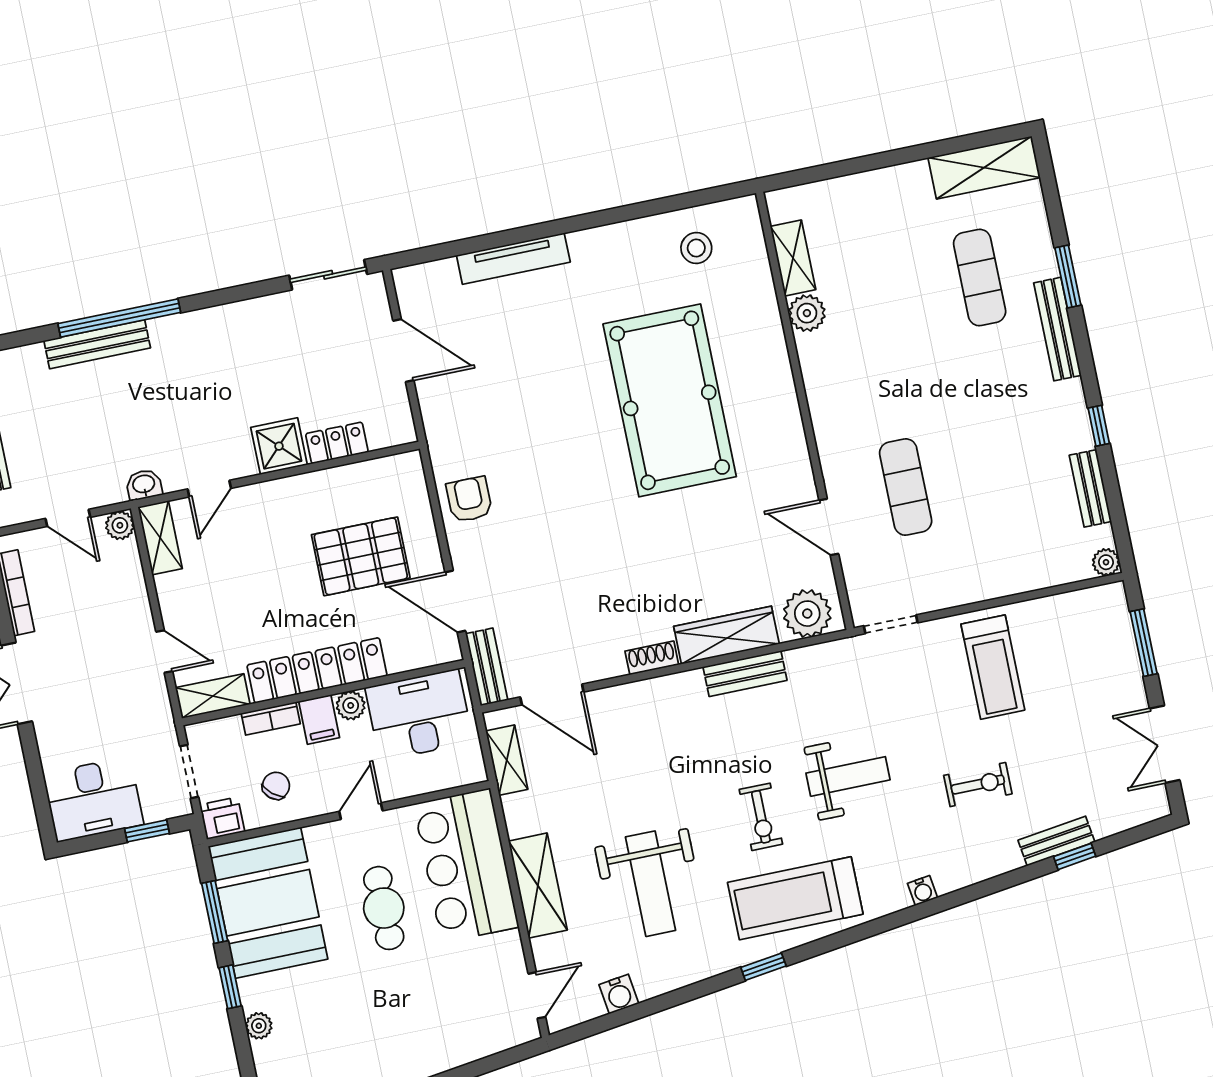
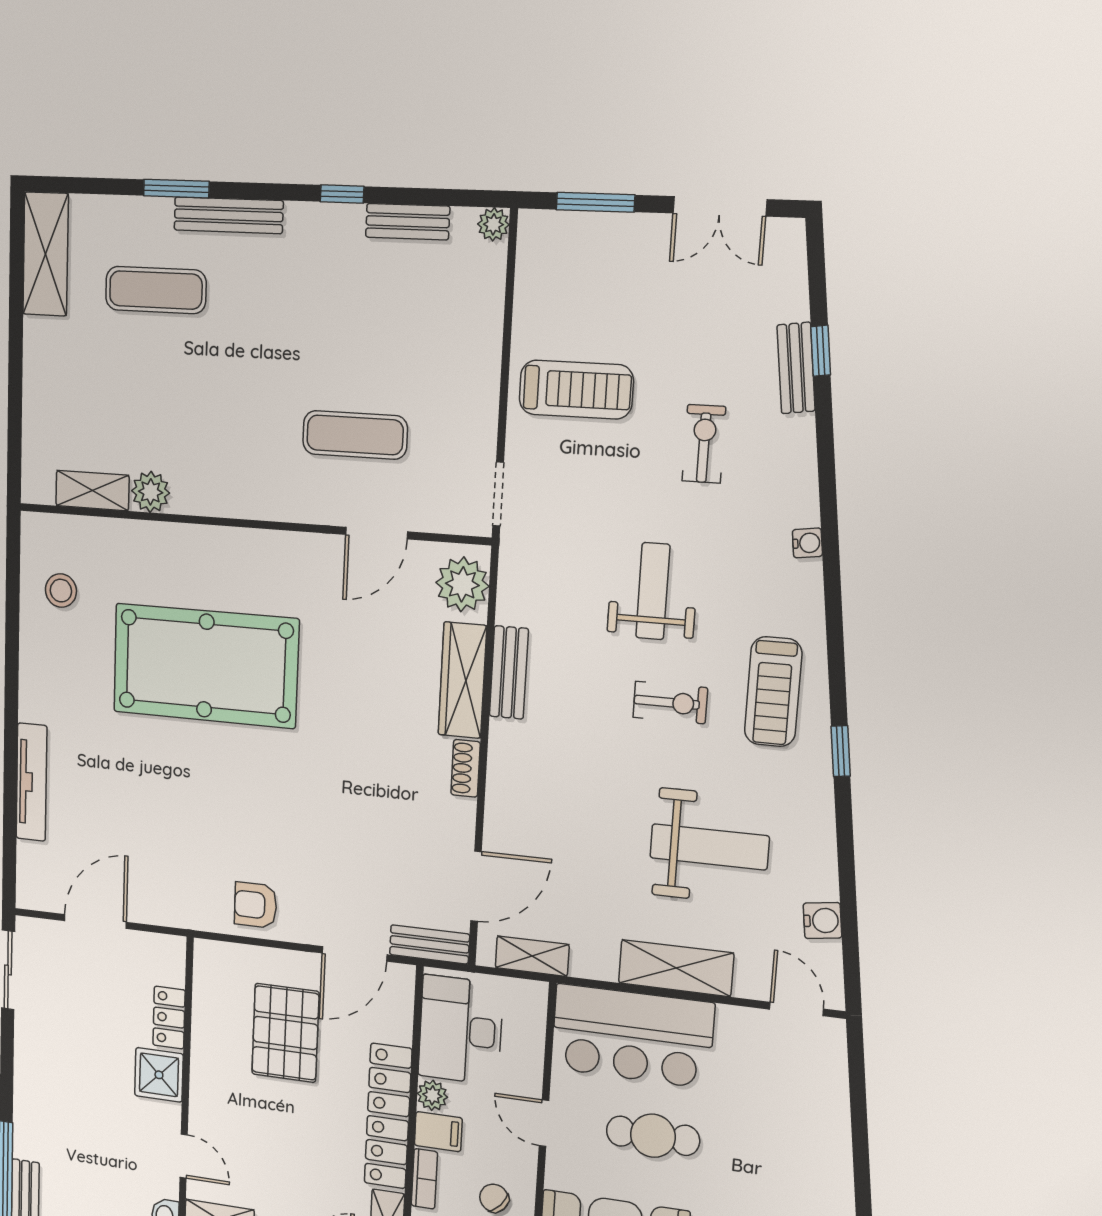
treadmill: (795, 898) -> (773, 692), width x0.73, depth x0.73

